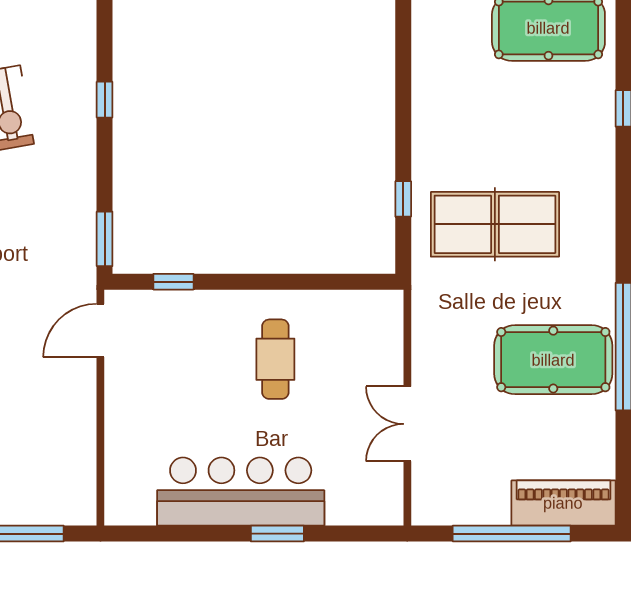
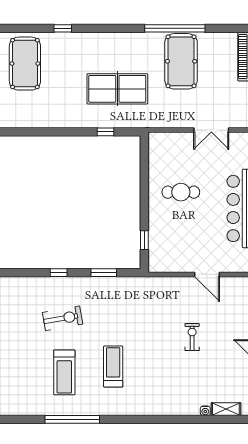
table tennis table: (495, 224) -> (117, 89), turned 90
window: (105, 239) -> (104, 273), moved
door: (100, 330) -> (207, 274), moved

